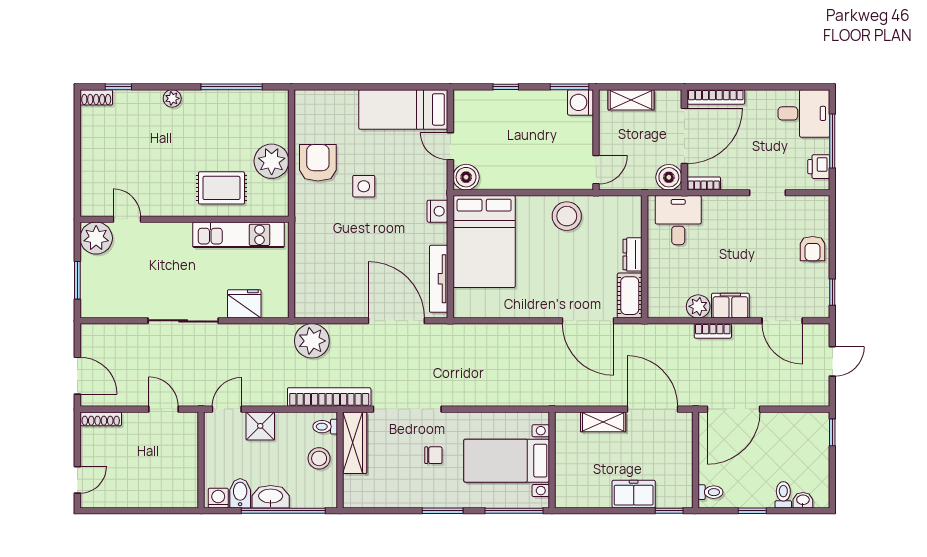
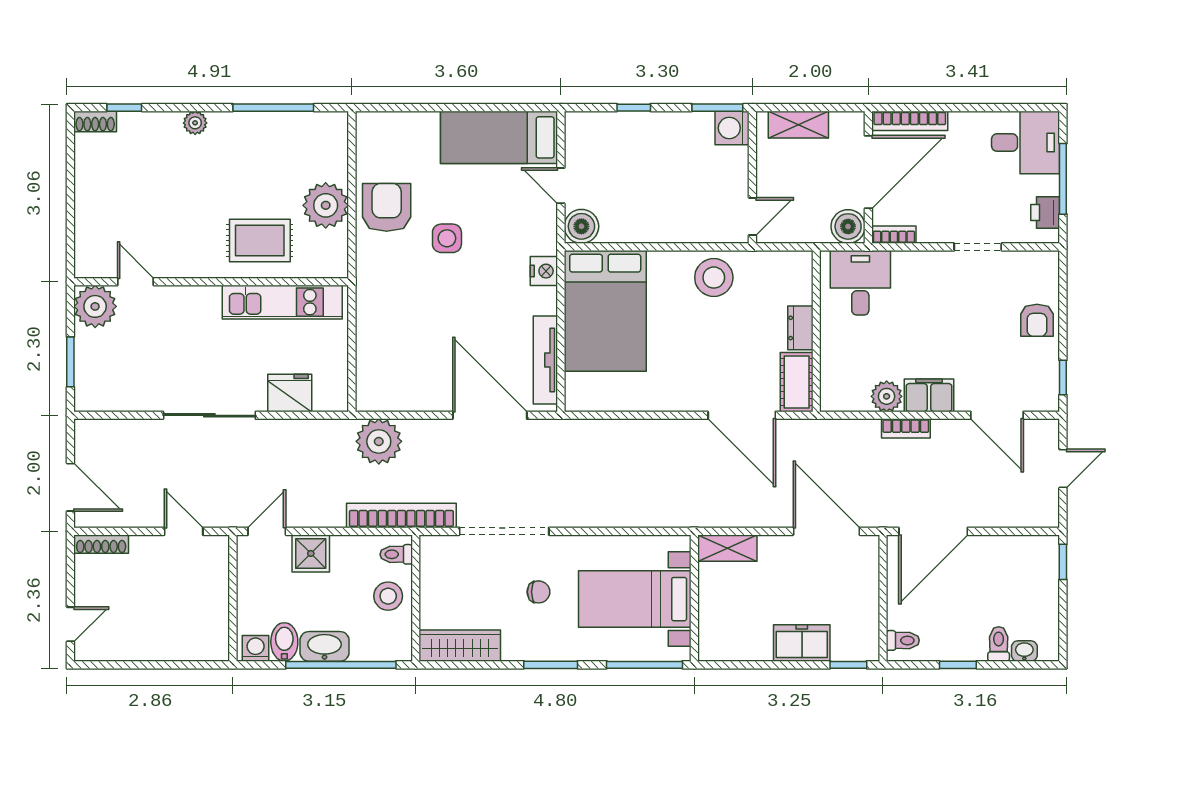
shelving: (603, 422) -> (727, 548), moved
wardrobe: (355, 443) -> (460, 646), moved, turned -90

